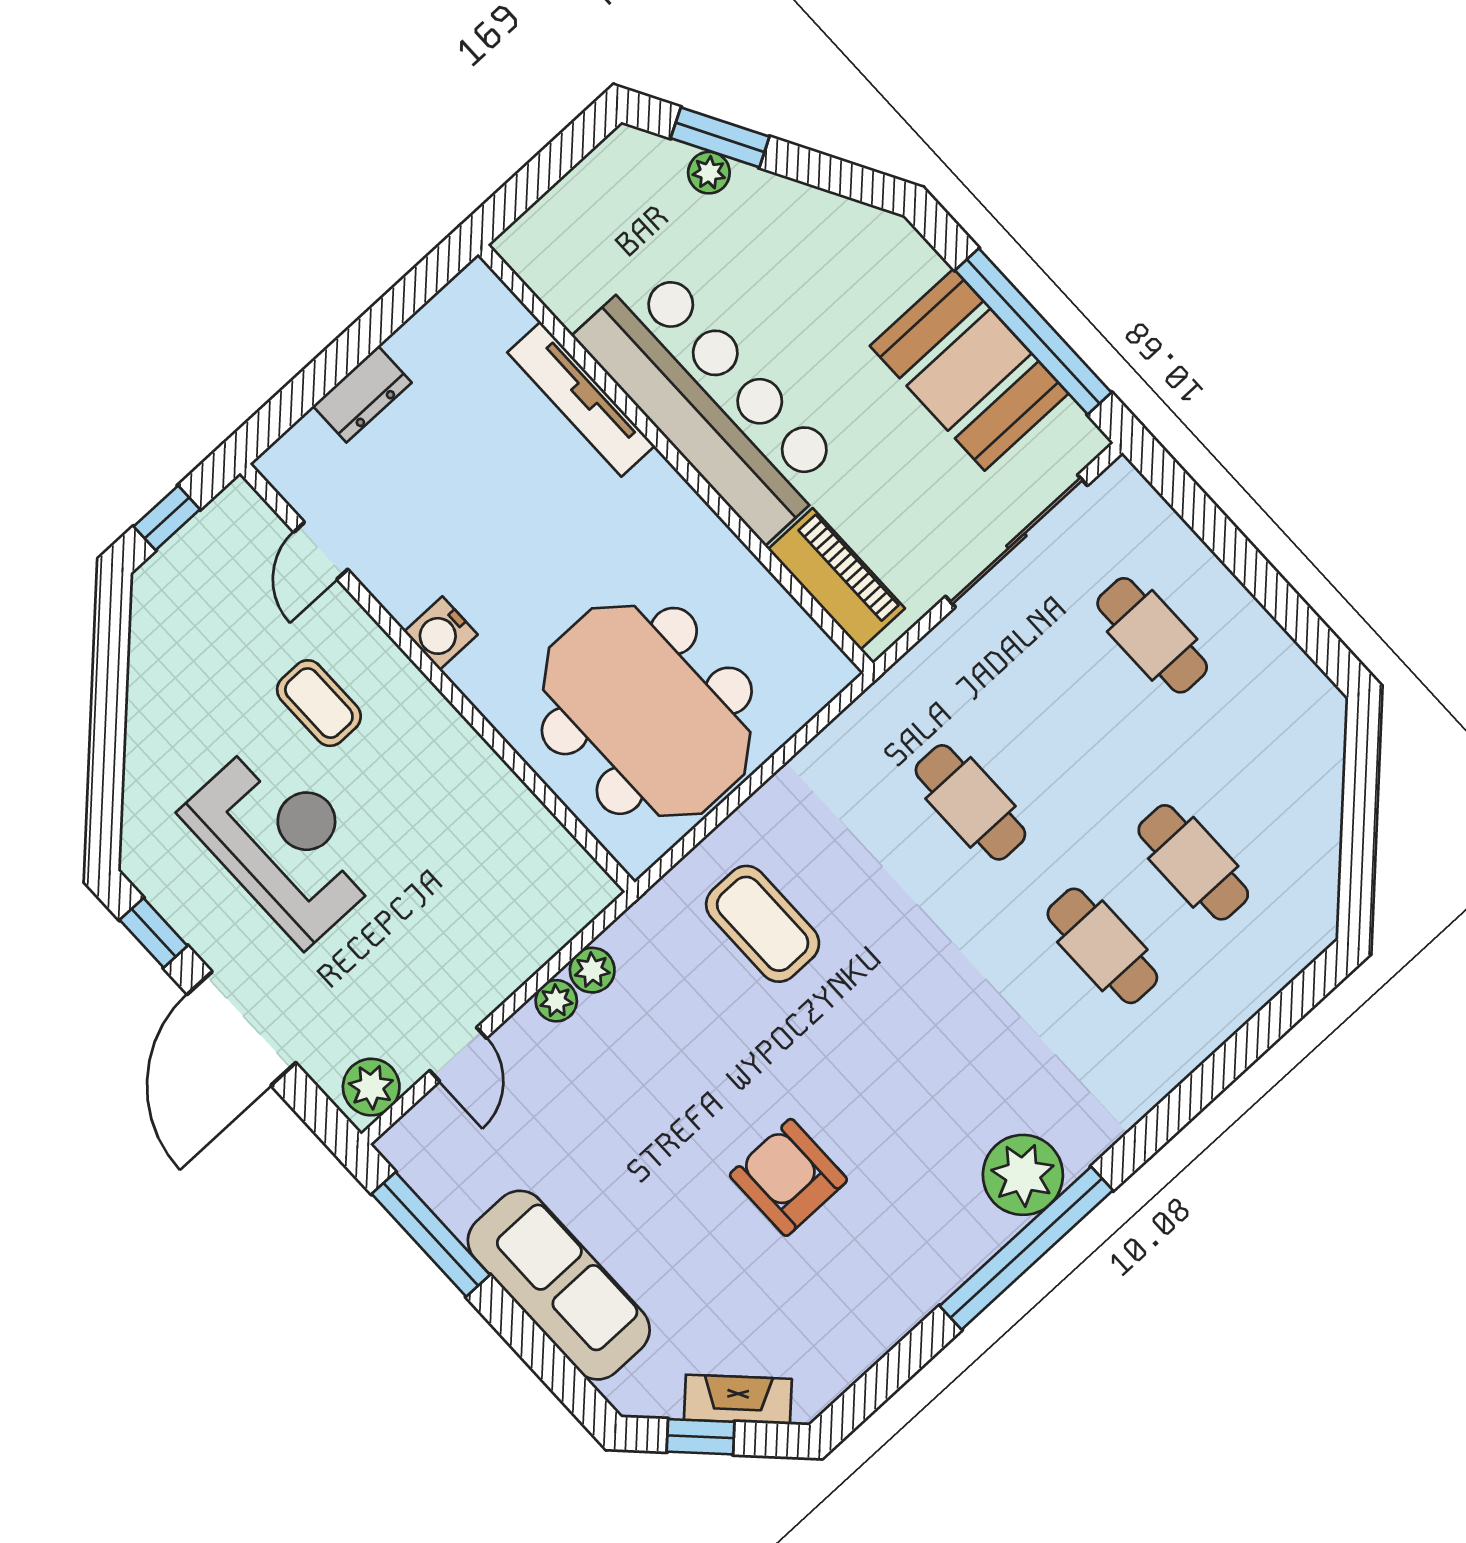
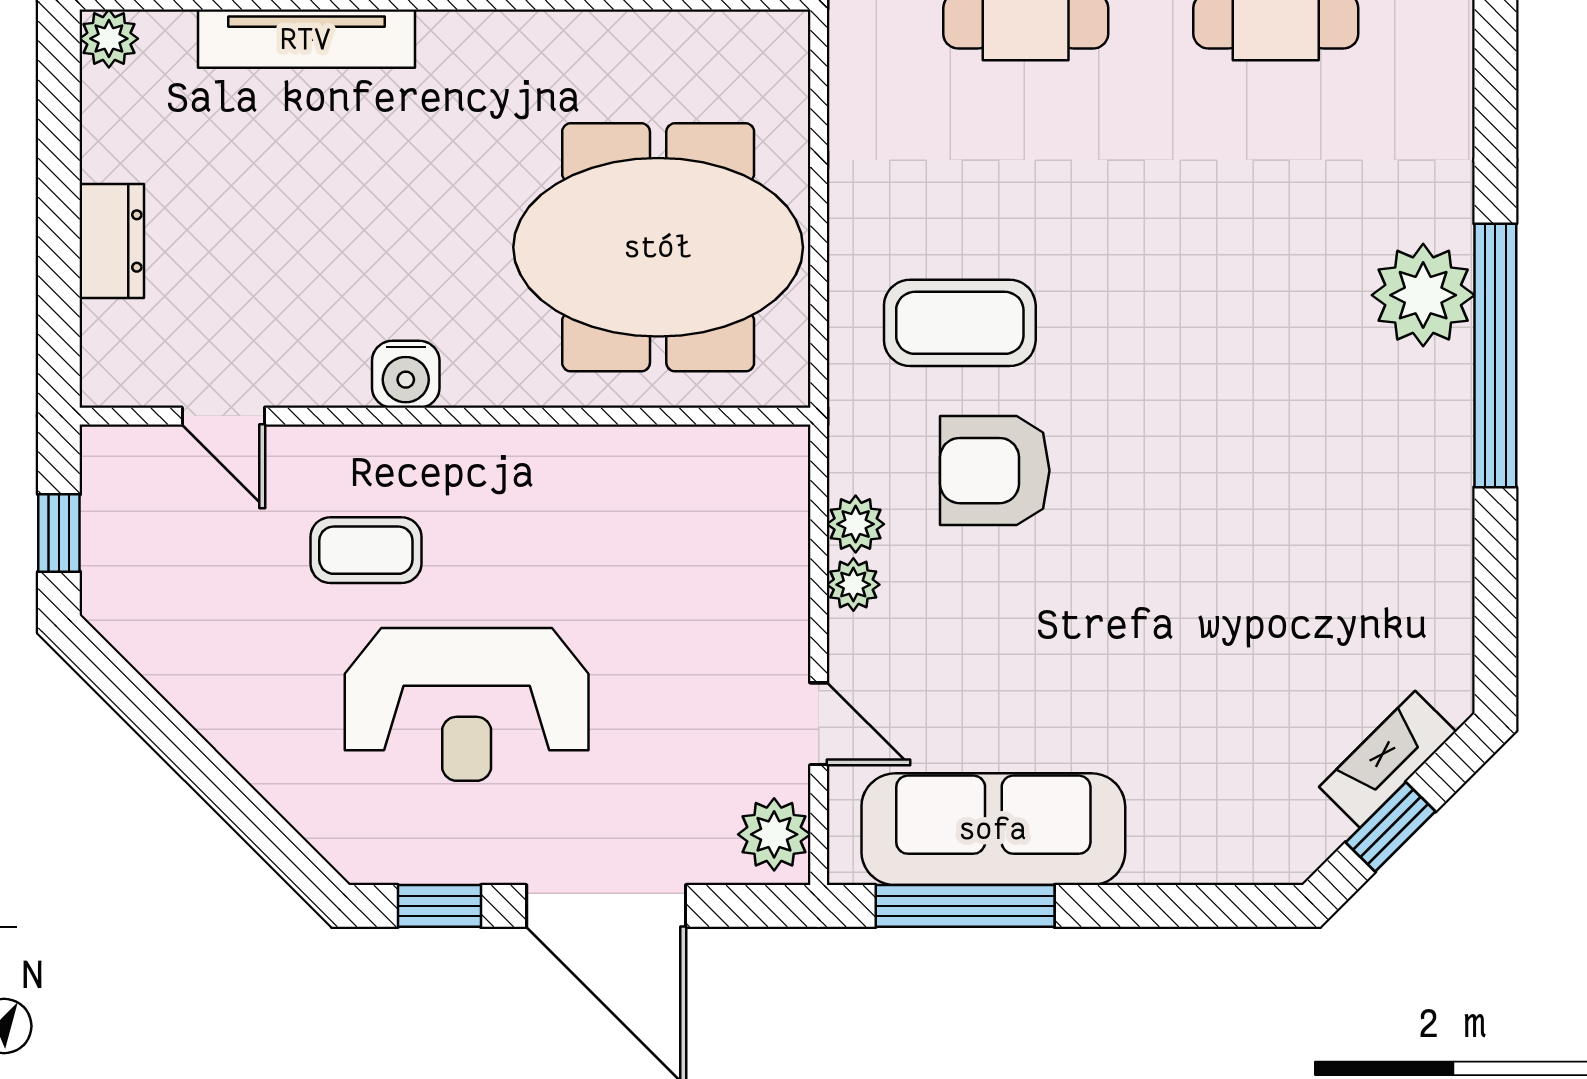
plant: (477, 286) -> (109, 39), added
reception desk: (284, 842) -> (467, 704), turned 180
armchair: (788, 1177) -> (995, 471), moved
sofa: (559, 1285) -> (993, 829), moved

